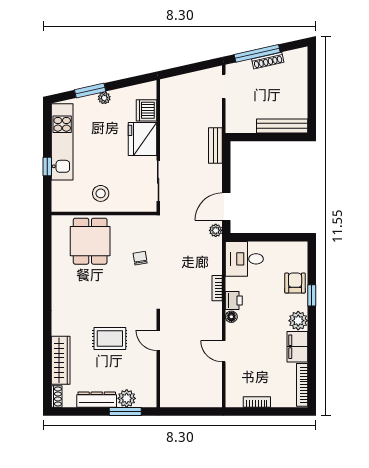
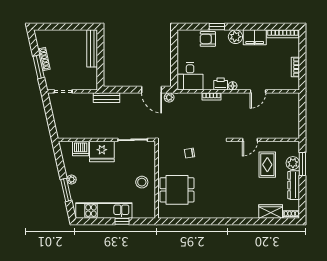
window: (257, 53) -> (39, 67), width x0.69
rug: (110, 338) -> (267, 165), moved
wardrobe: (61, 360) -> (271, 212), width x0.67

